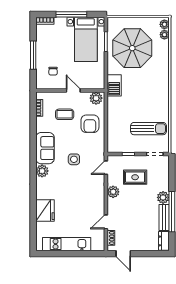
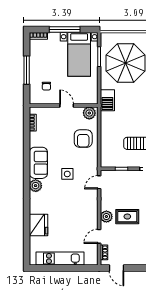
coffee table: (65, 114) -> (58, 129), removed
rug: (135, 177) -> (127, 217), moved
plant: (113, 192) -> (106, 217), moved

